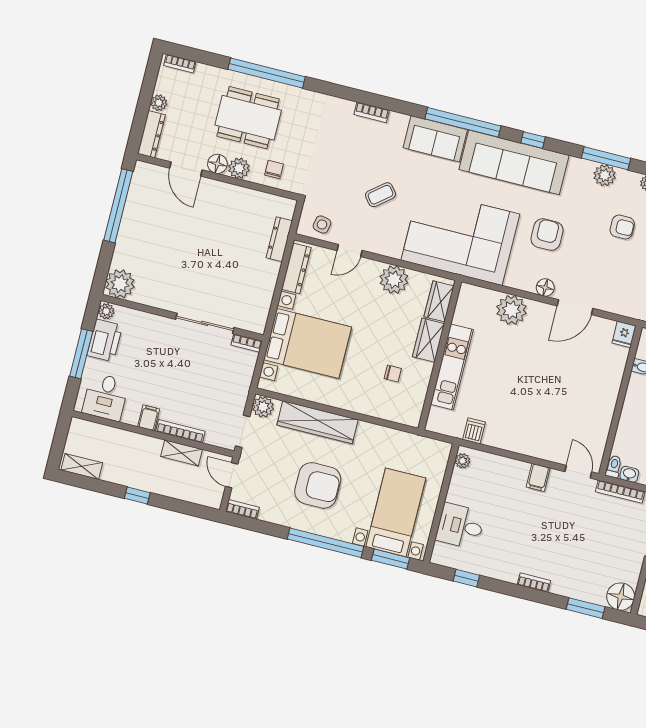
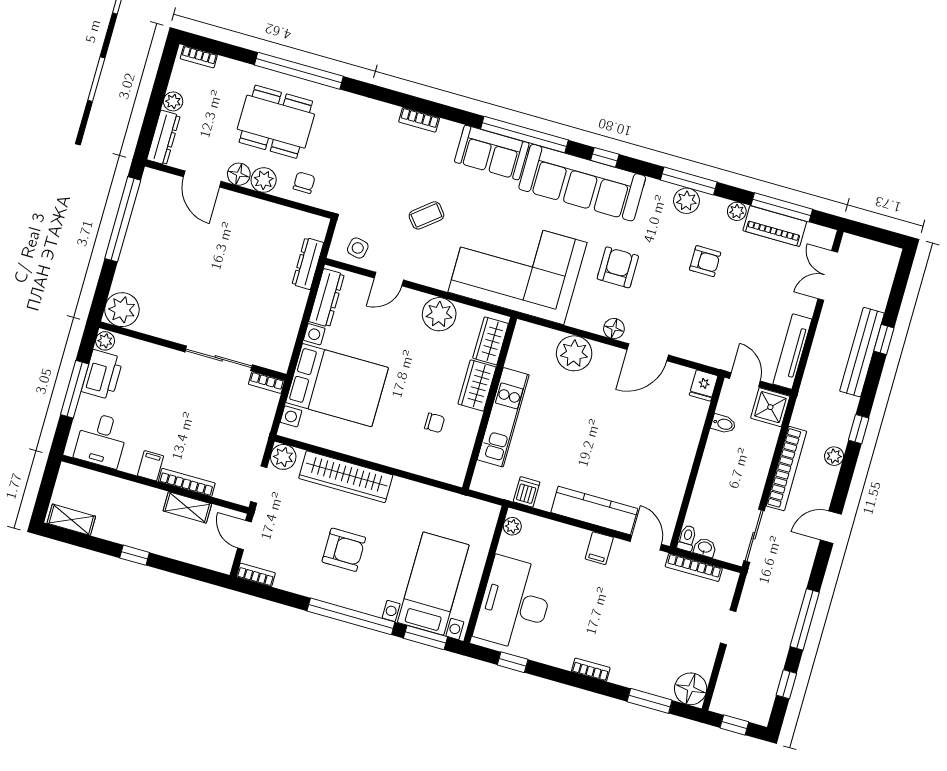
kitchen counter: (533, 445) -> (594, 510), added
armchair: (318, 485) -> (344, 550), width x0.73, depth x0.73
desk: (460, 526) -> (515, 604), width x1.87, depth x1.30

